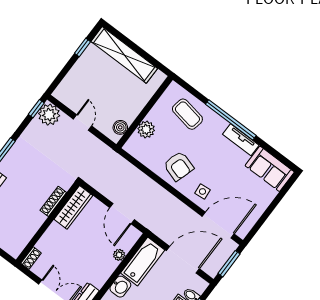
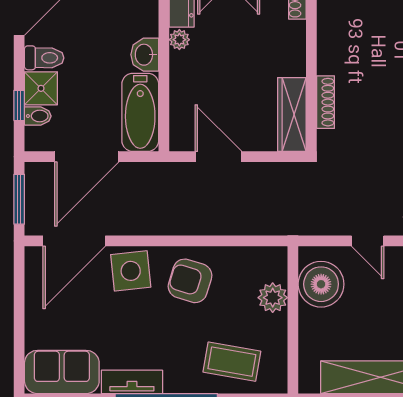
boiler: (120, 127) -> (321, 284), width x1.86, depth x1.86
side table: (202, 191) -> (131, 271), width x1.87, depth x1.87
plant: (119, 255) -> (179, 40), moved

